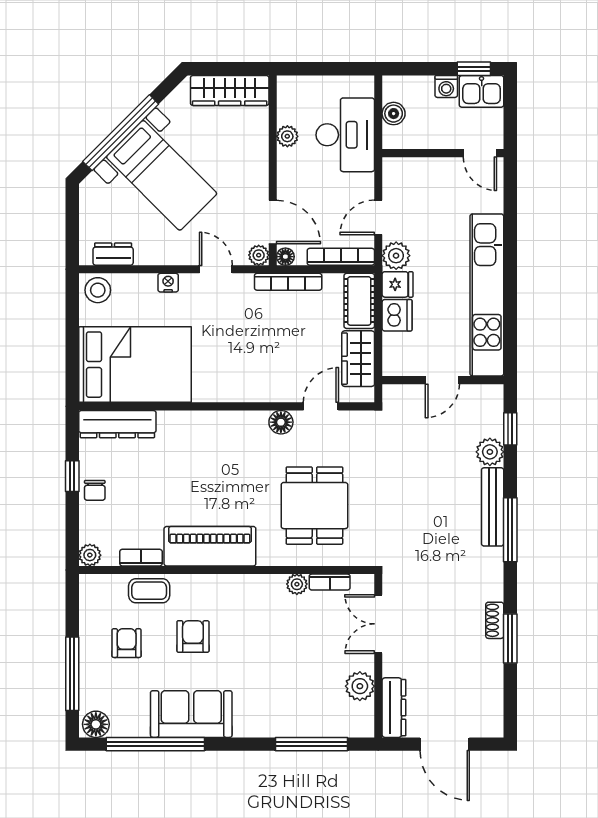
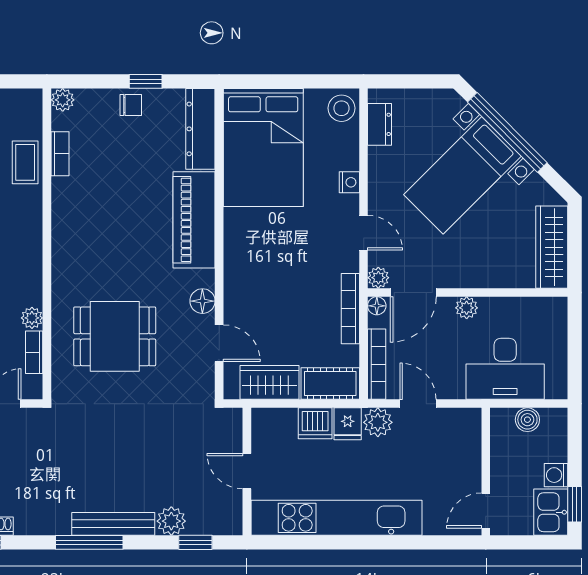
plant: (287, 136) -> (467, 308), moved
door: (216, 269) -> (364, 233), hinge flipped
chair: (95, 490) -> (131, 105), turned 180
piano: (210, 546) -> (194, 220), moved, turned 180

